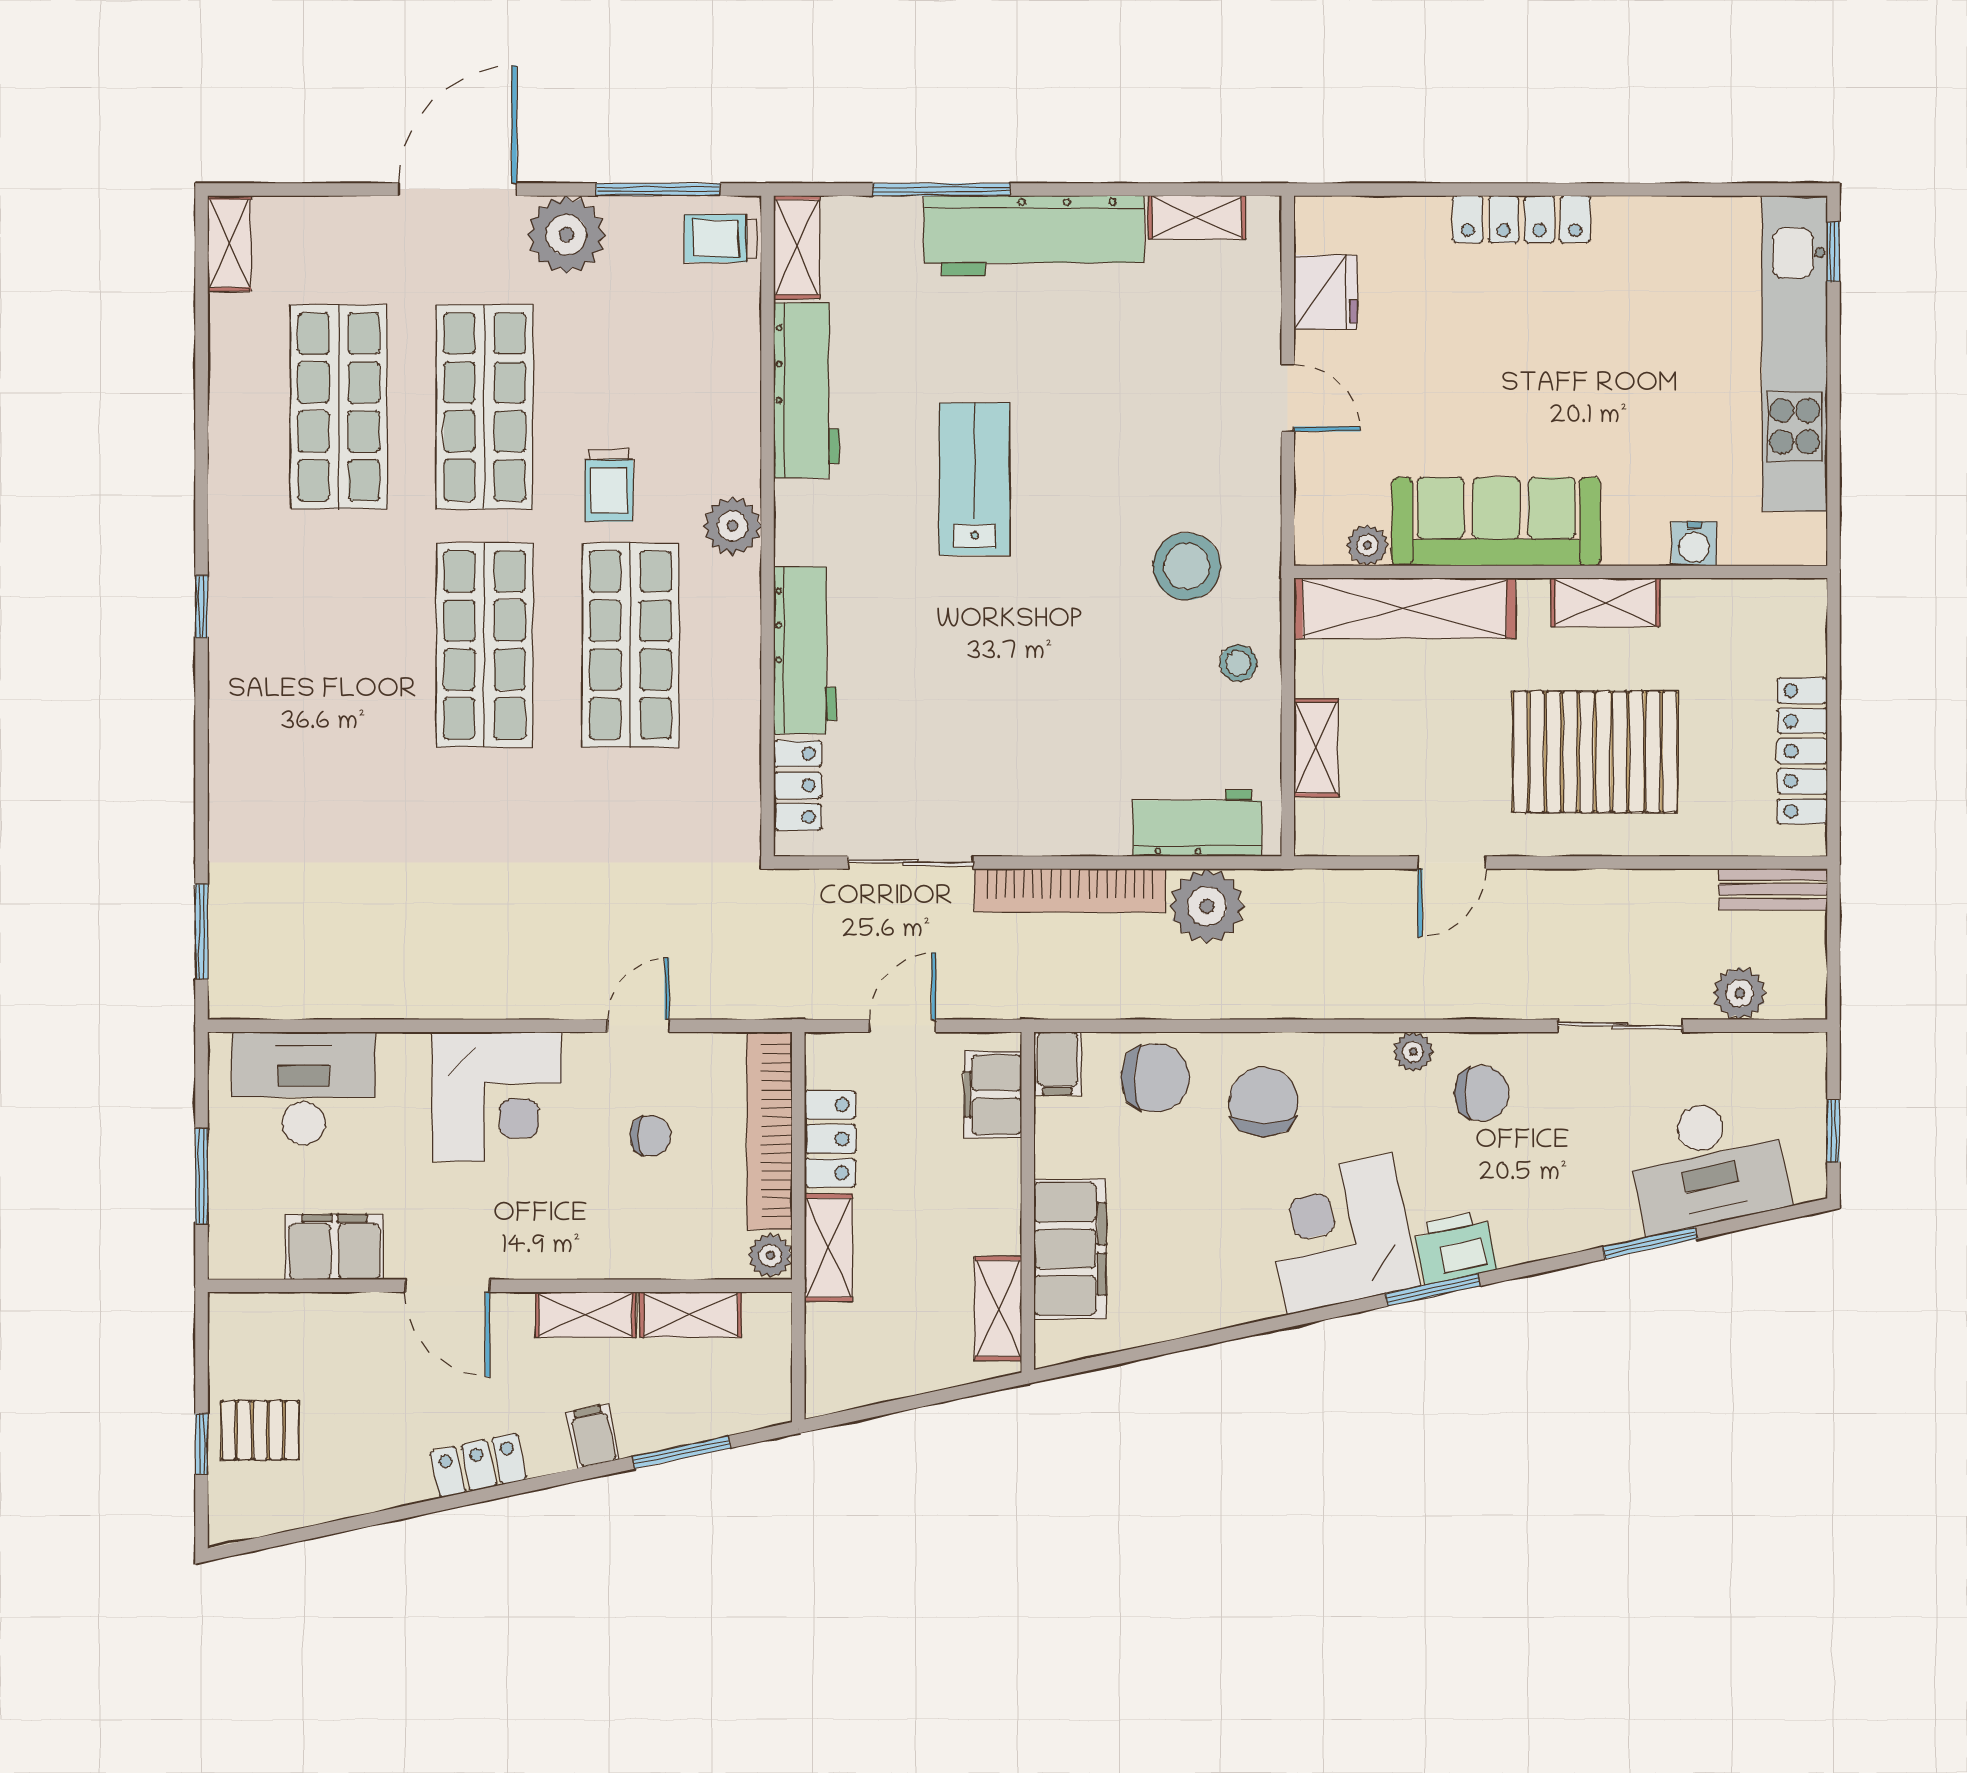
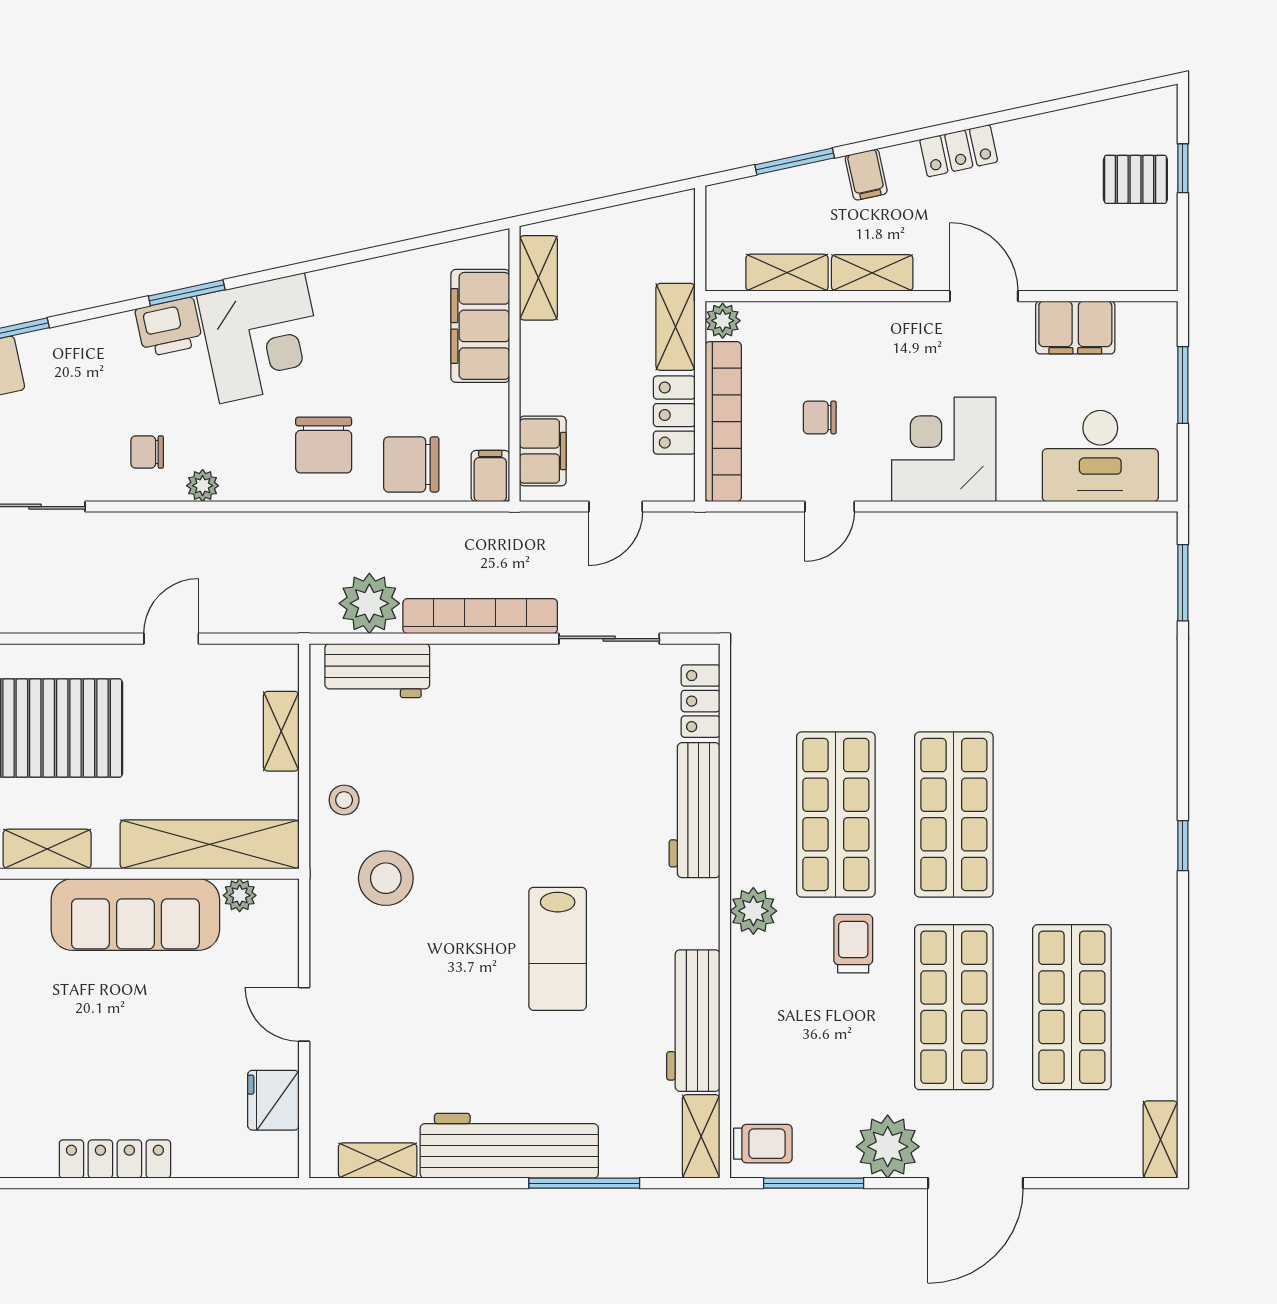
chair: (1482, 1093) -> (147, 452), width x0.73, depth x0.73

